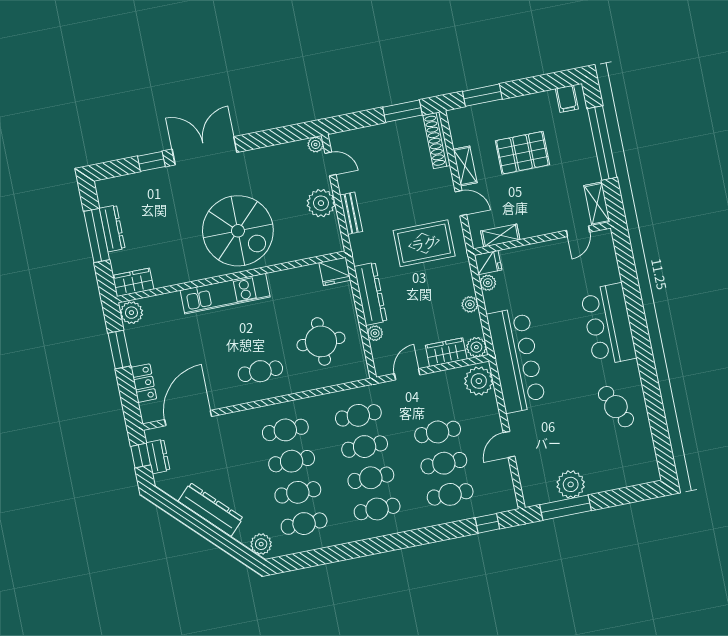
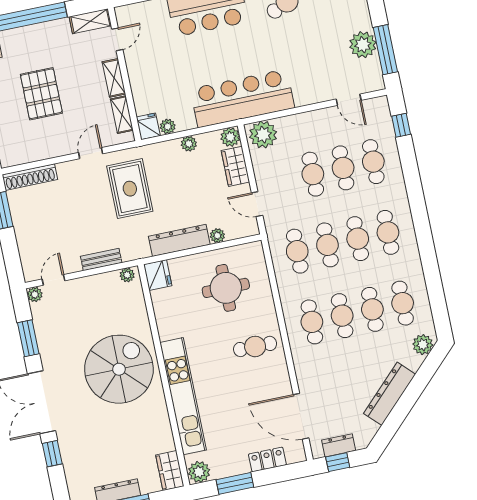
window: (271, 138) -> (28, 338), added
shelving: (465, 166) -> (114, 78), moved, turned 90
plant: (321, 203) -> (127, 275), moved, width x0.53, depth x0.53
door: (578, 231) -> (117, 39), hinge flipped
kitchen unit: (225, 294) -> (183, 396), width x1.36
cafe table: (260, 371) -> (255, 346), turned 90
door: (509, 444) -> (349, 100), moved

